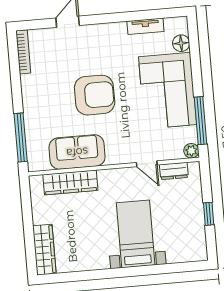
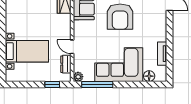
door: (147, 164) -> (72, 47), hinge flipped
window: (209, 214) -> (52, 84), moved
bed with nightstands: (136, 234) -> (27, 51), moved

